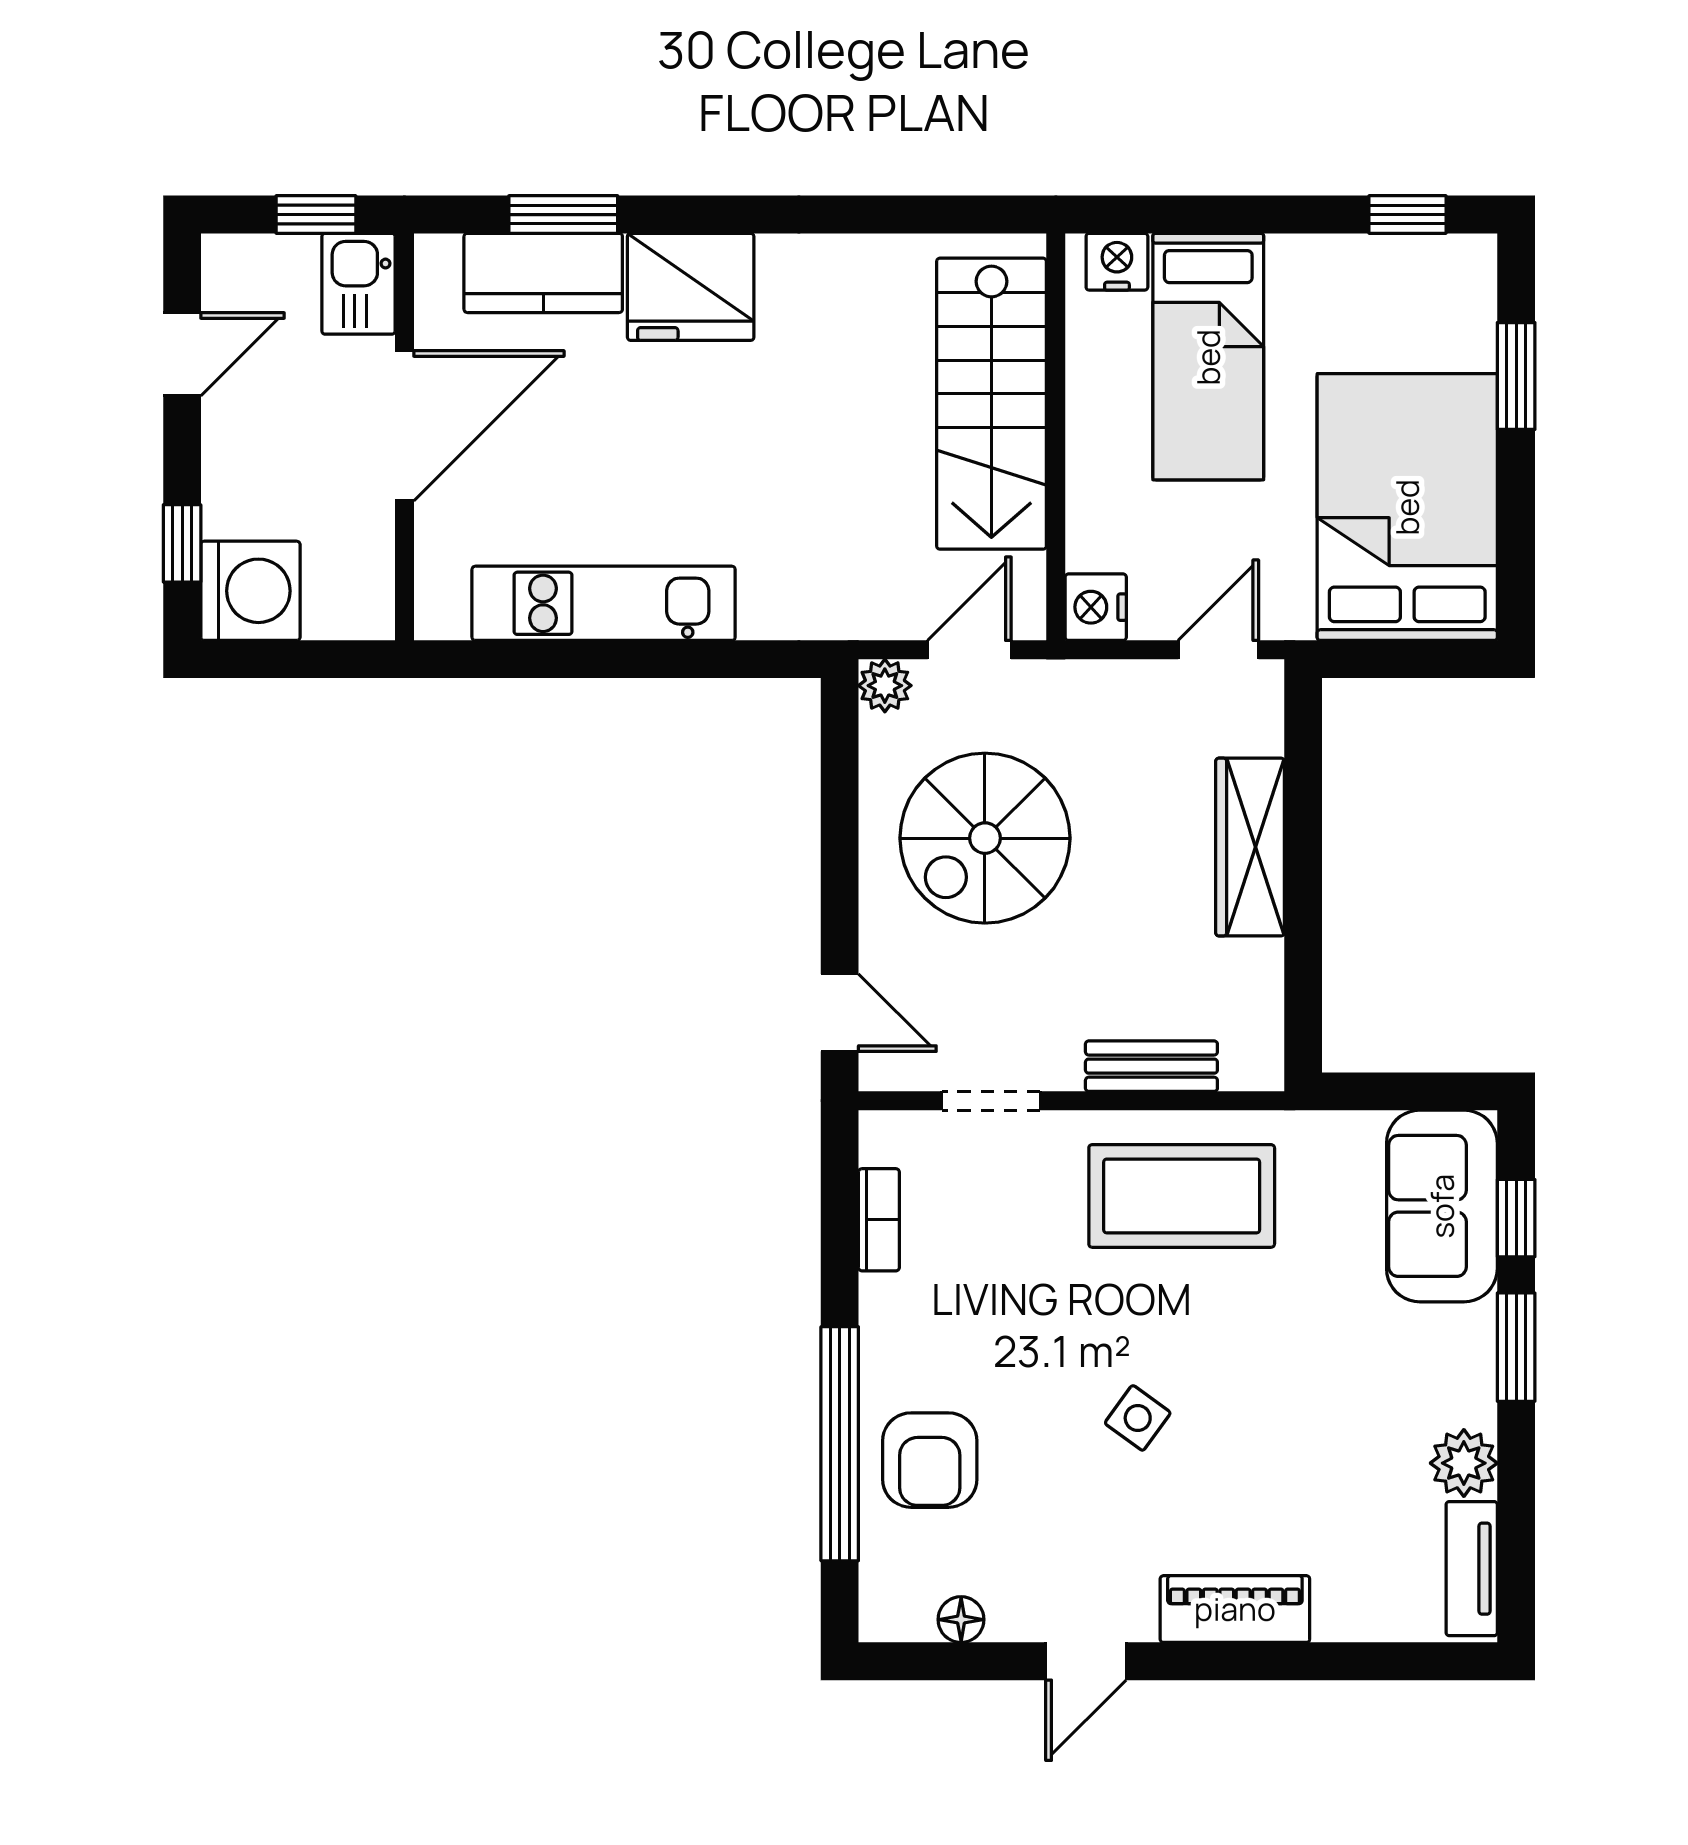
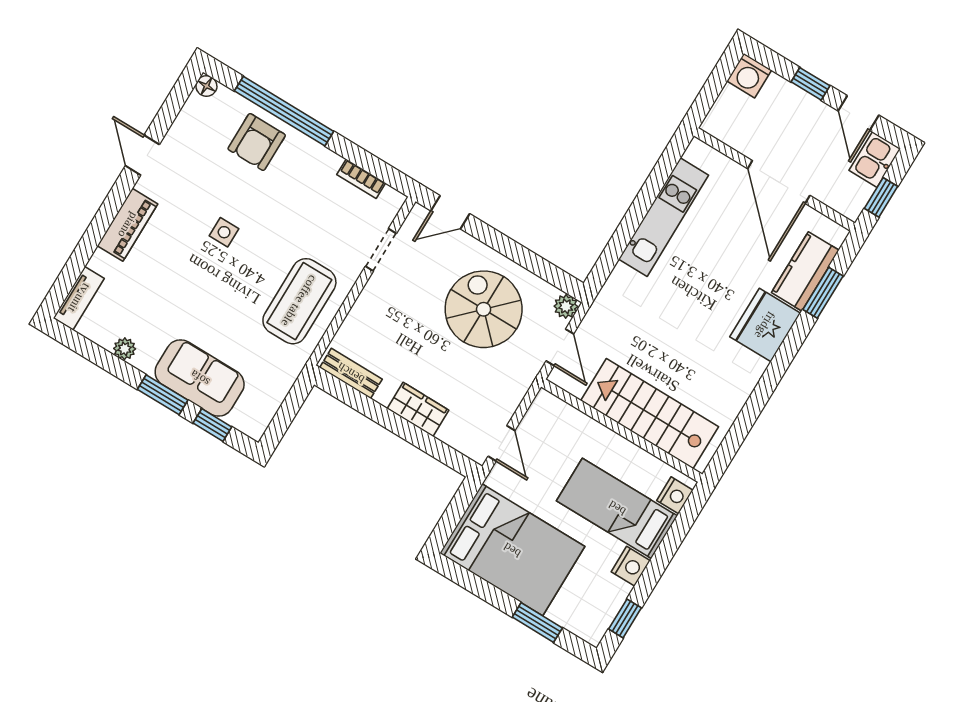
kitchen sink: (358, 284) -> (875, 160), moved, turned -90
window: (182, 543) -> (811, 84), moved
washing machine: (250, 591) -> (749, 76), width x0.73, depth x0.73
nightstand: (1096, 607) -> (631, 566), moved, turned 90
wardrobe: (1250, 847) -> (418, 409), width x0.67
bench: (1151, 1066) -> (351, 373), moved, turned 90
sofa: (1442, 1206) -> (200, 378), moved
side table: (1138, 1418) -> (224, 232), turned -36
armchair: (930, 1460) -> (257, 142), turned -90
plant: (1464, 1463) -> (125, 349), width x0.73, depth x0.73
tv unit: (1472, 1569) -> (79, 298), moved, turned 90
floor lamp: (961, 1620) -> (206, 86), moved

